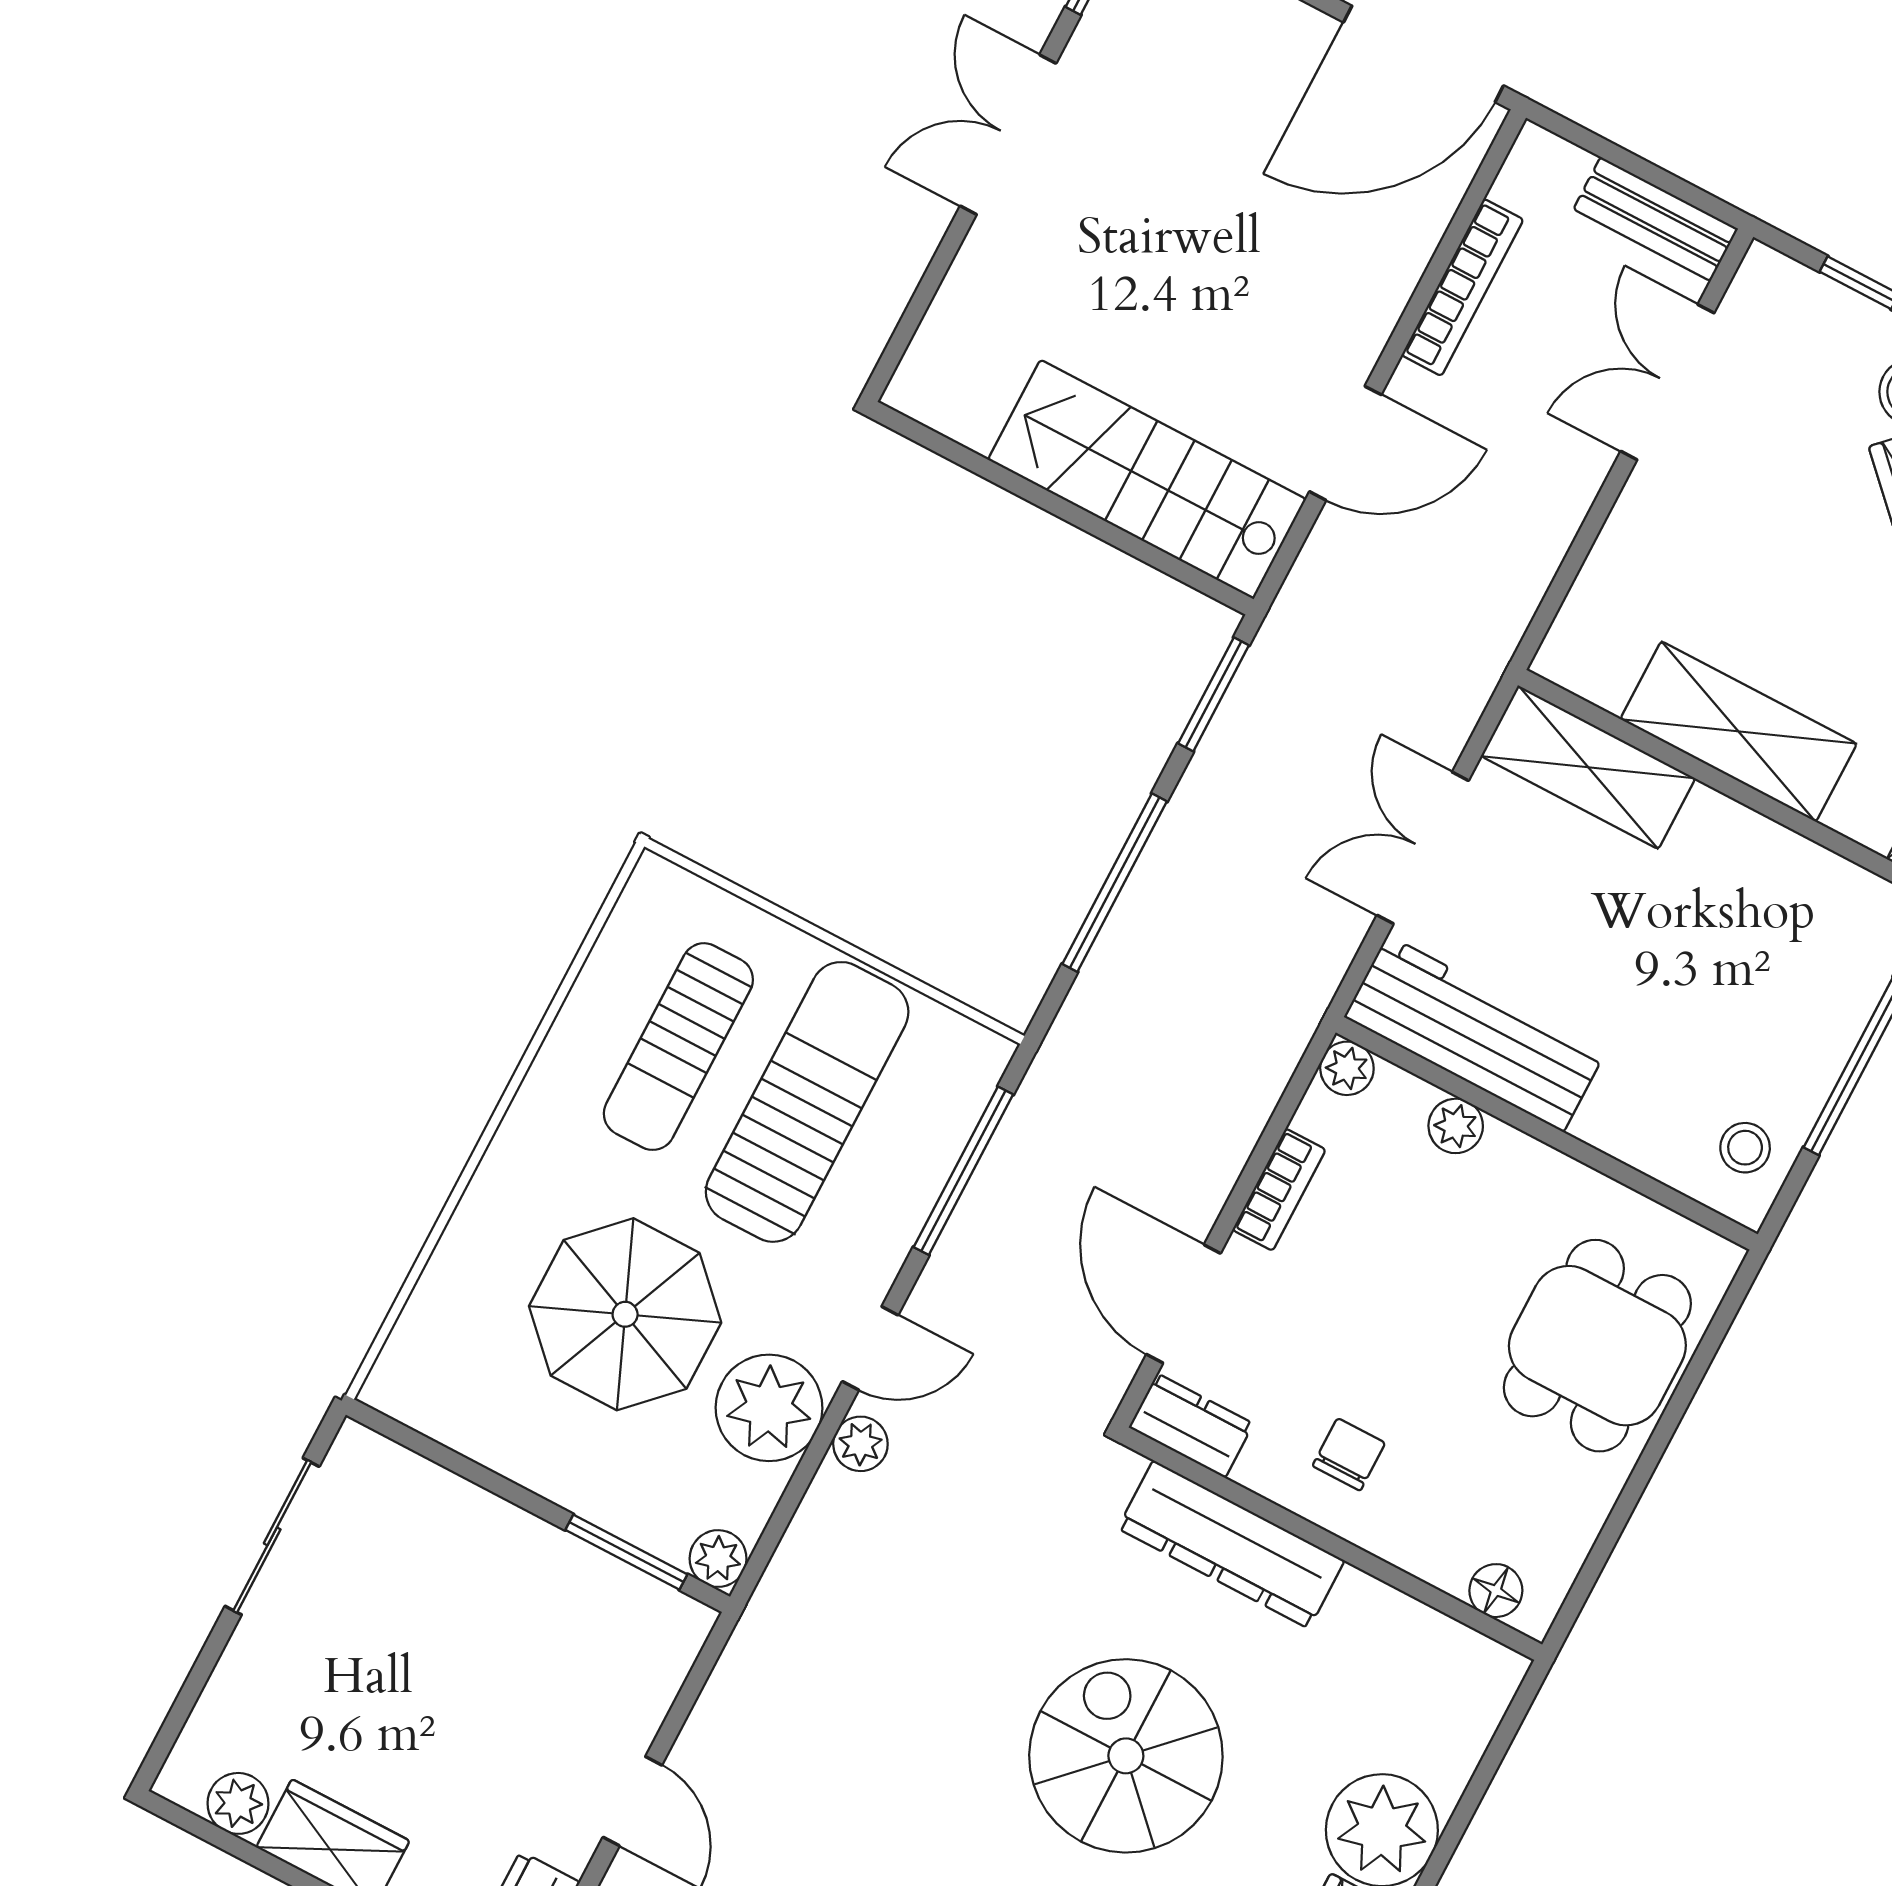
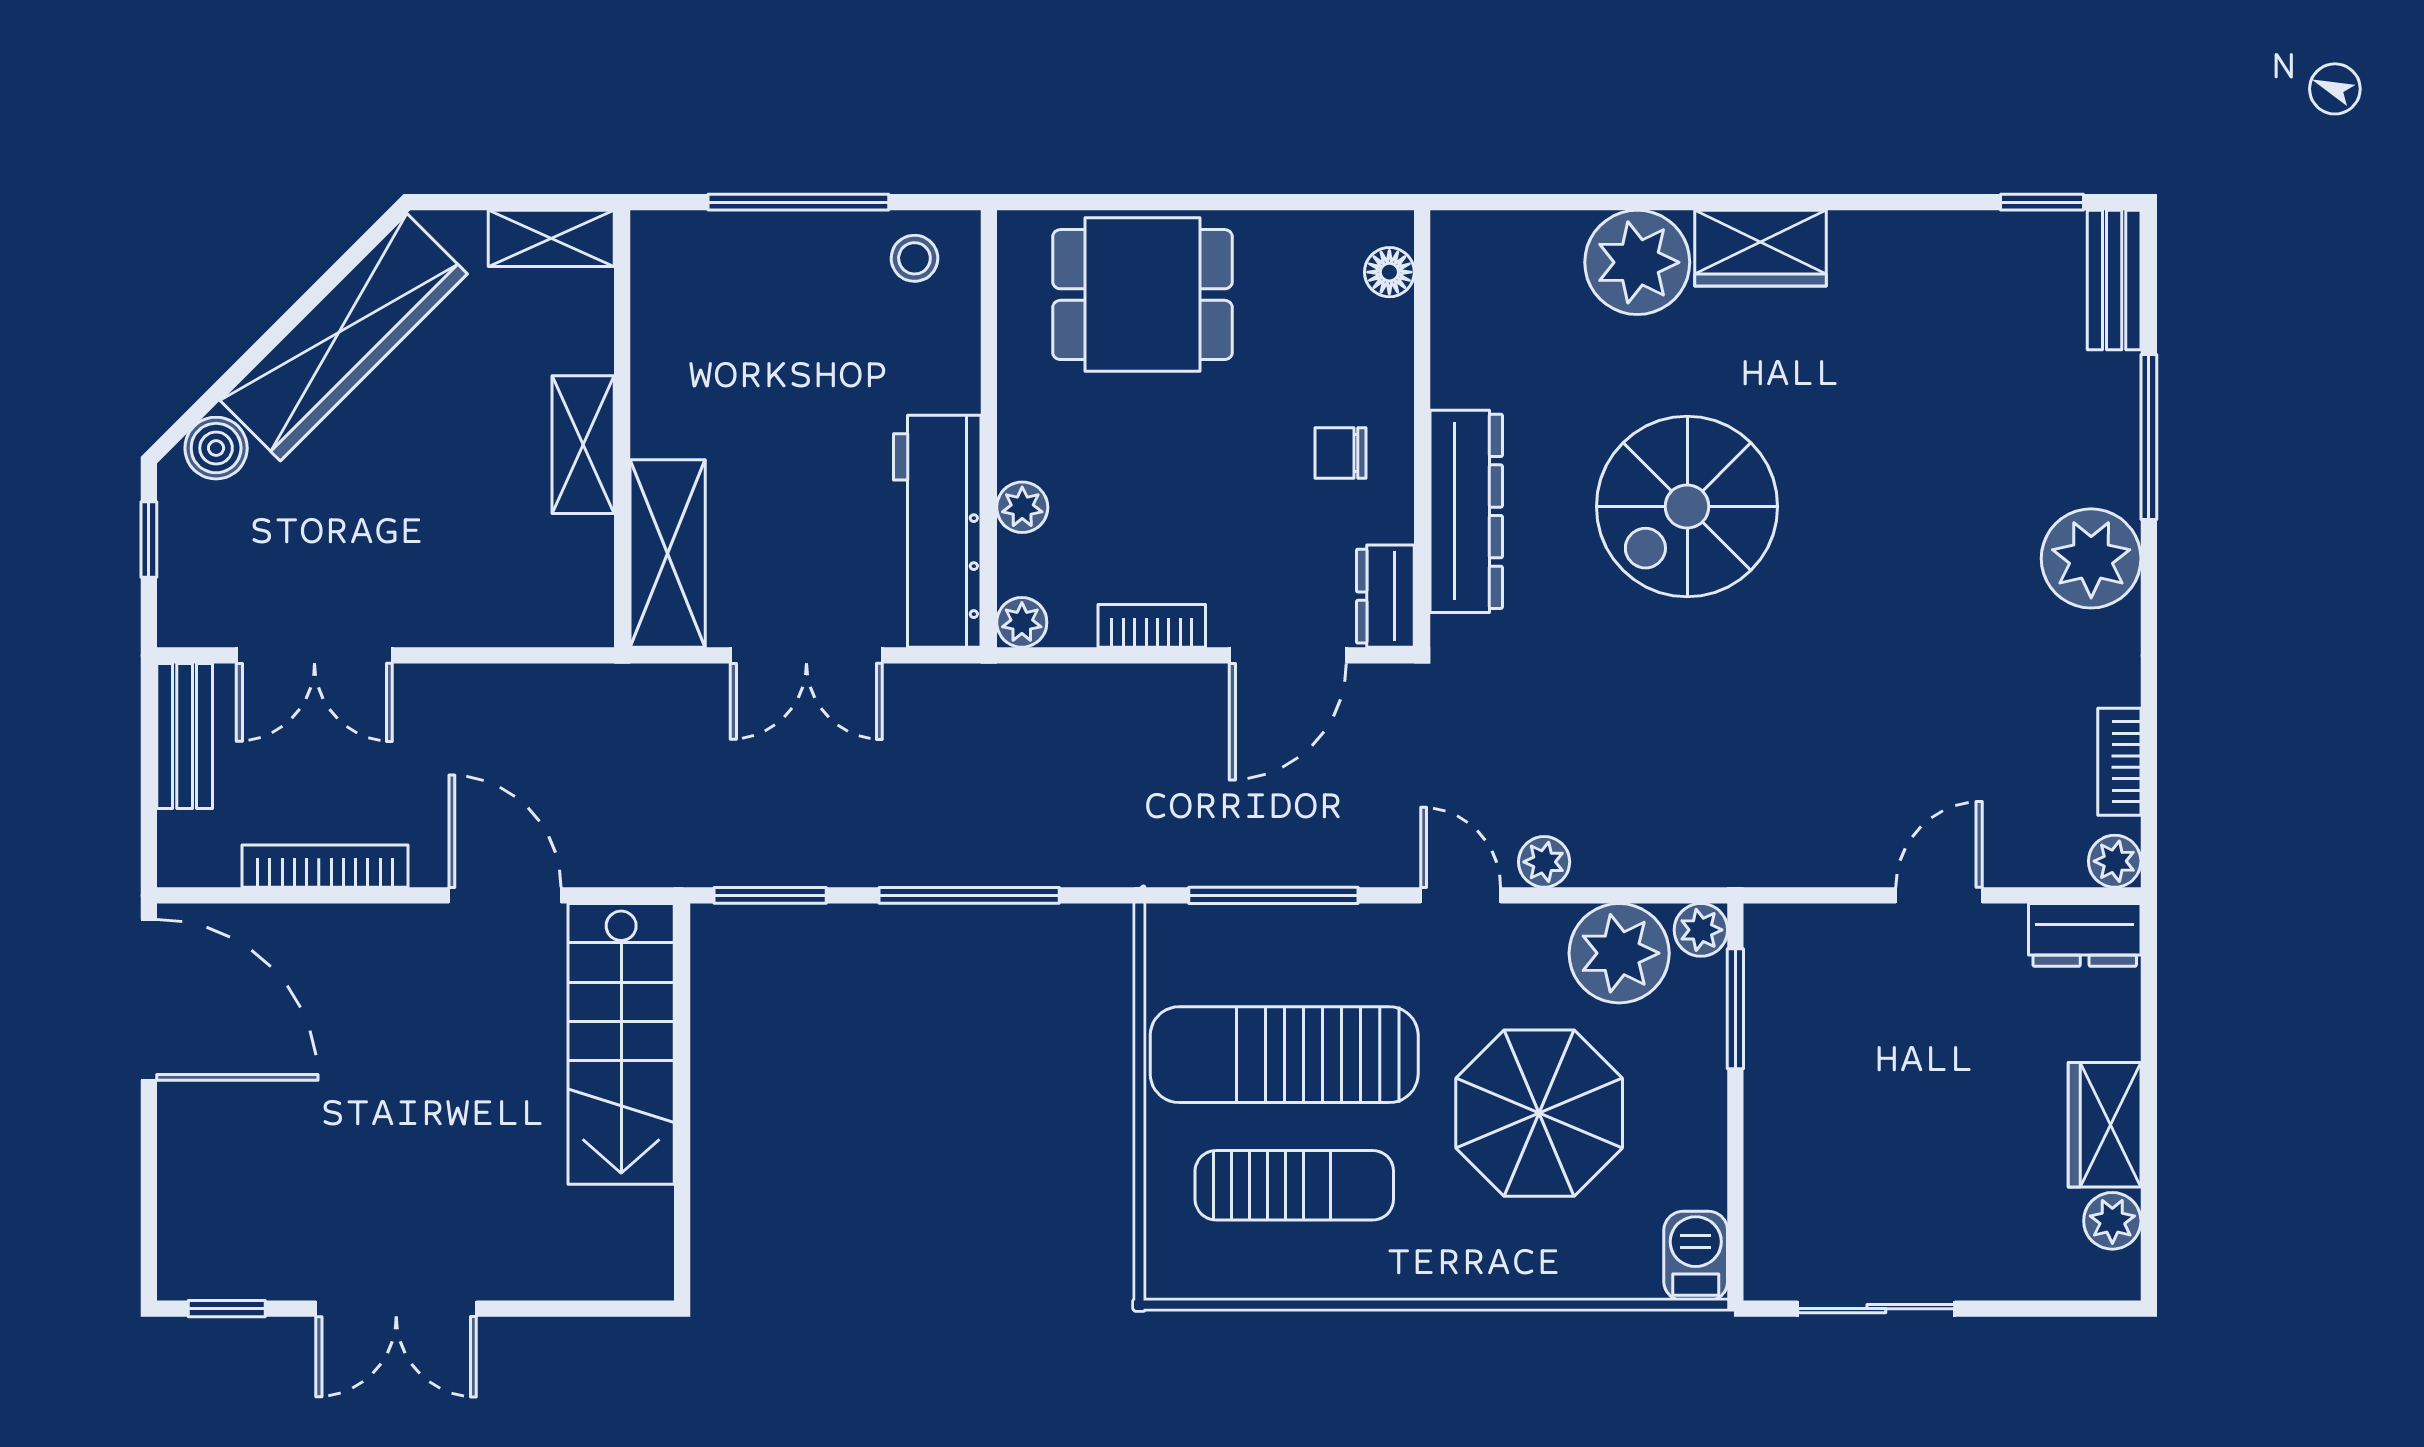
shelving: (1739, 731) -> (583, 445), width x0.67, depth x0.75
barbecue: (412, 1391) -> (1696, 1256), added
plant: (769, 1408) -> (1619, 953), moved

